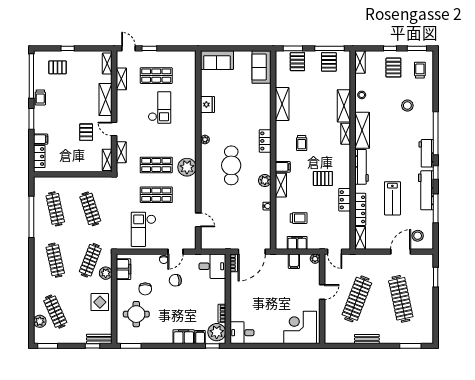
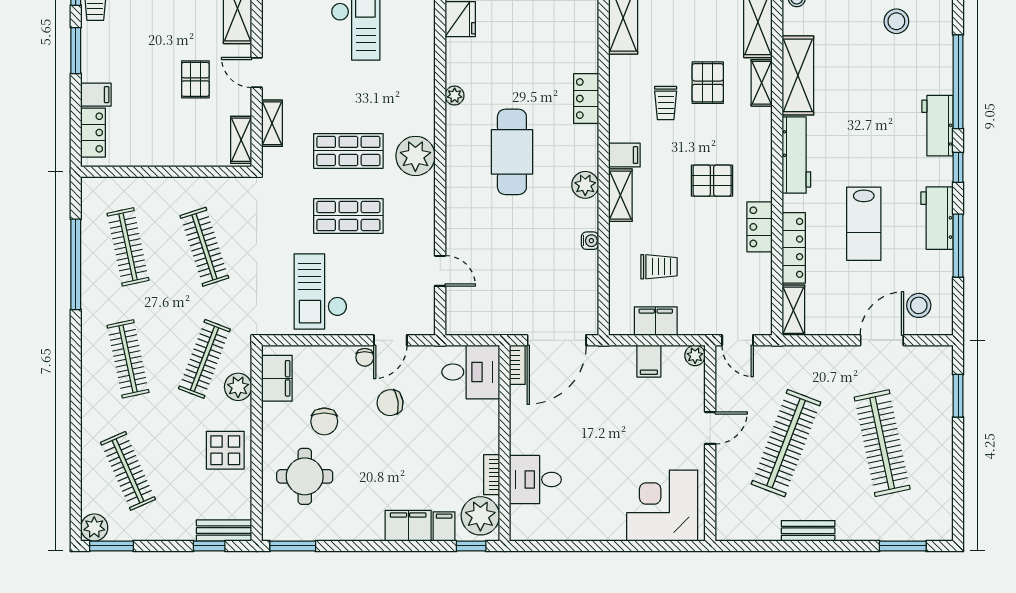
pallet: (321, 134) -> (708, 83), added
workbench: (426, 190) -> (937, 218), width x0.73
plant: (40, 321) -> (94, 527), moved
desk: (242, 333) -> (535, 480), moved

